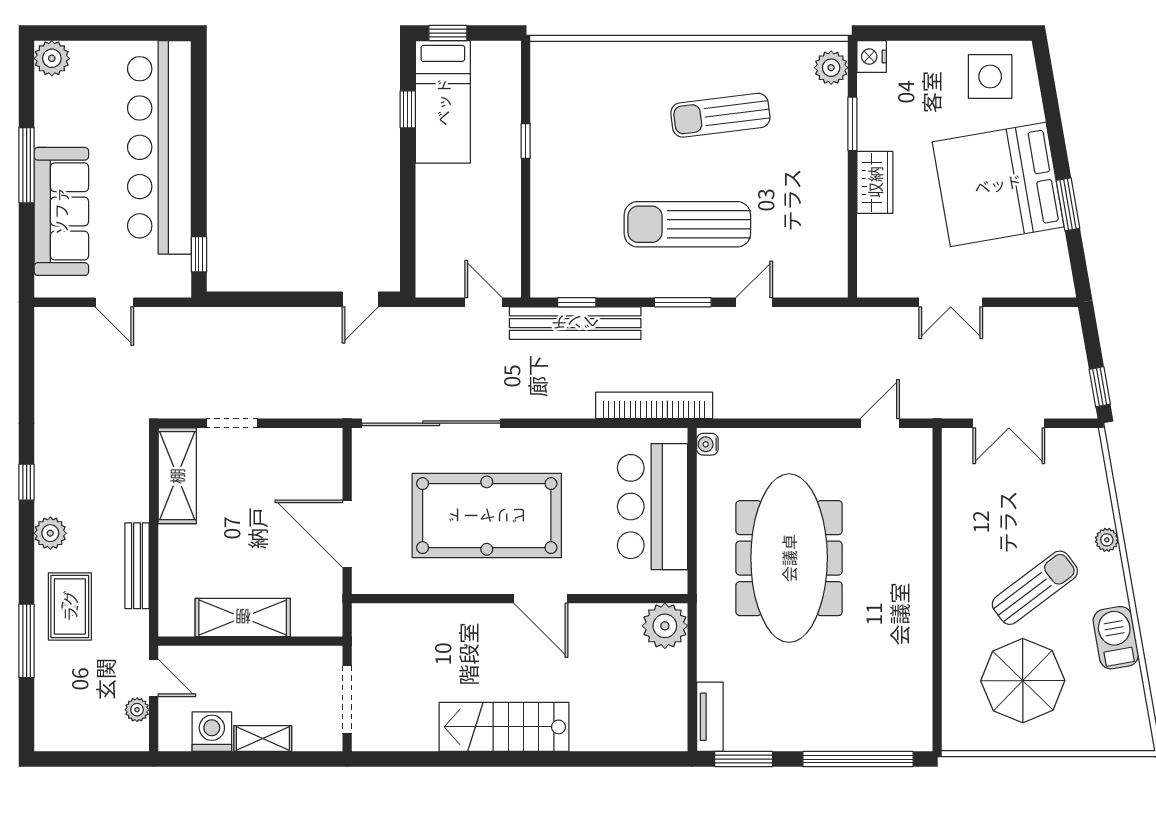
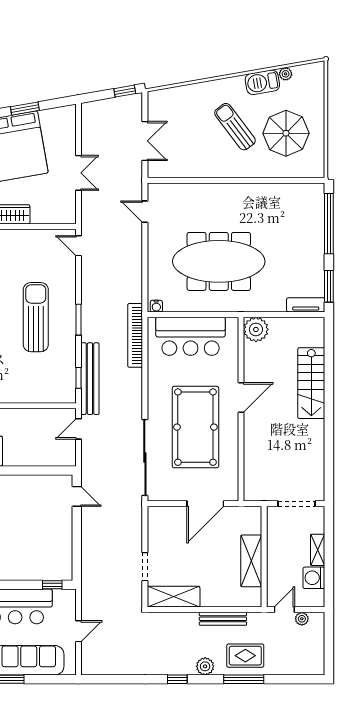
sun lounger: (687, 224) -> (36, 317), turned 180
door: (754, 302) -> (79, 246), moved
plant: (1107, 540) -> (286, 74), moved
window: (27, 641) -> (244, 679), moved
stairs: (504, 727) -> (311, 383), moved

